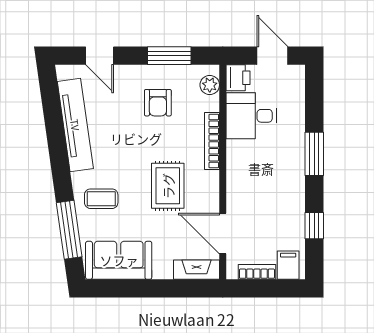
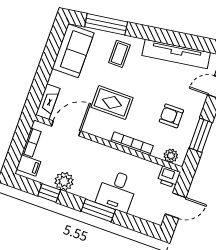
desk: (251, 116) -> (117, 191), moved, turned 180
plant: (292, 212) -> (64, 181), added

